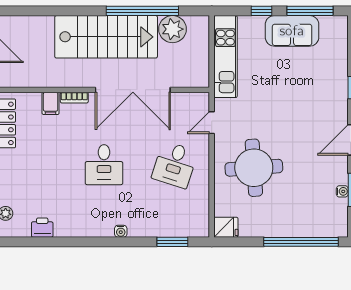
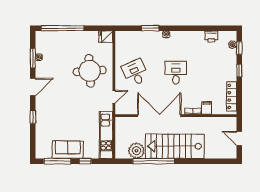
desk: (175, 165) -> (135, 73), turned -42
window: (172, 242) -> (150, 28), moved

